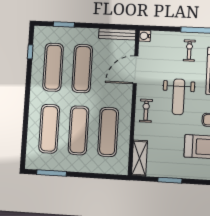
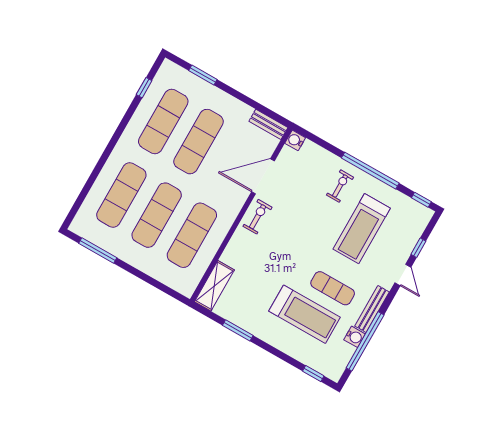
bench: (117, 34) -> (268, 124), width x0.73
weight bench: (178, 97) -> (299, 236), removed
exercise bike: (146, 111) -> (258, 217), moved

